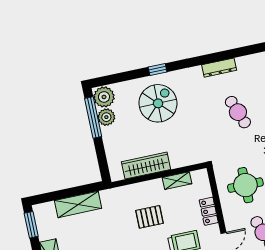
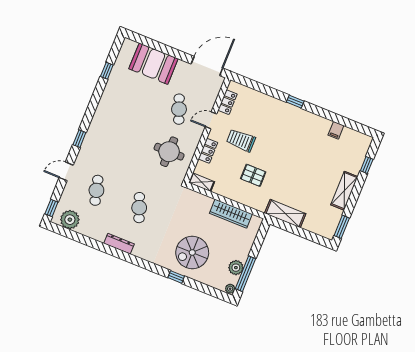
dresser: (219, 68) -> (119, 244), moved
plant: (104, 97) -> (230, 289), width x0.53, depth x0.53
shelving: (177, 181) -> (202, 182), moved
shelving: (78, 204) -> (285, 213), moved

